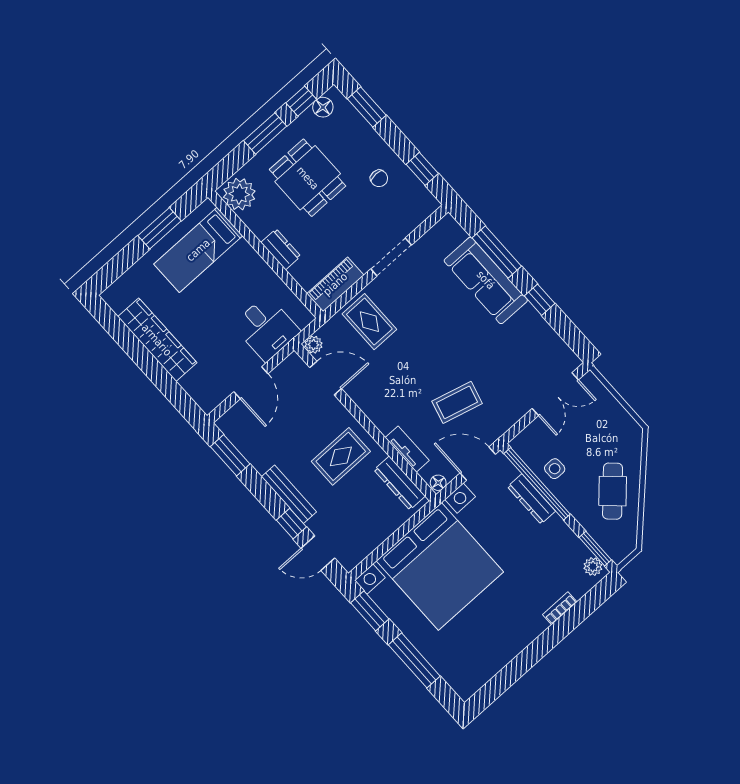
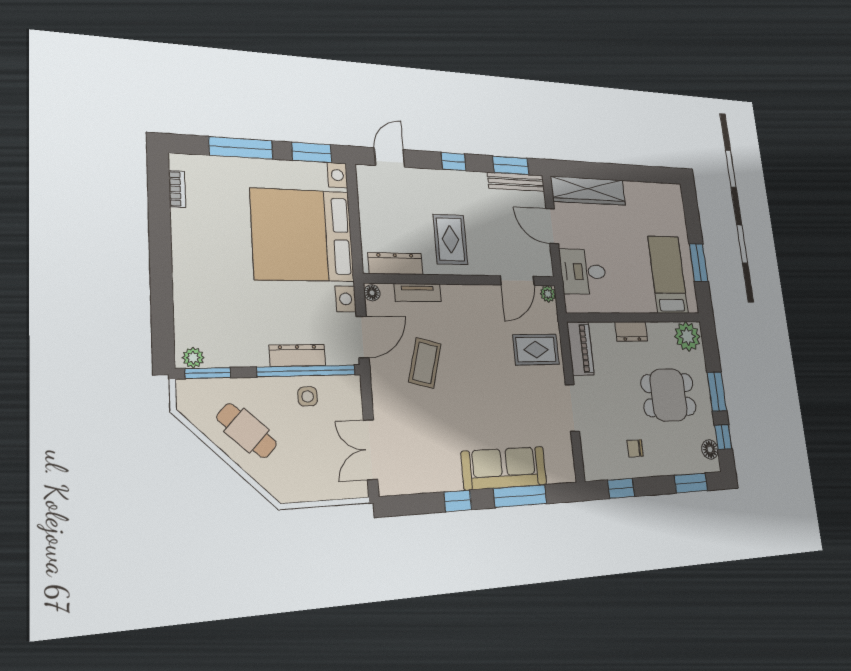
wardrobe: (157, 340) -> (588, 191), moved
bench: (289, 494) -> (516, 182), moved
window: (291, 524) -> (454, 162), moved
bookcase: (560, 608) -> (177, 189), moved

